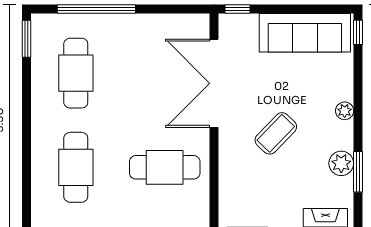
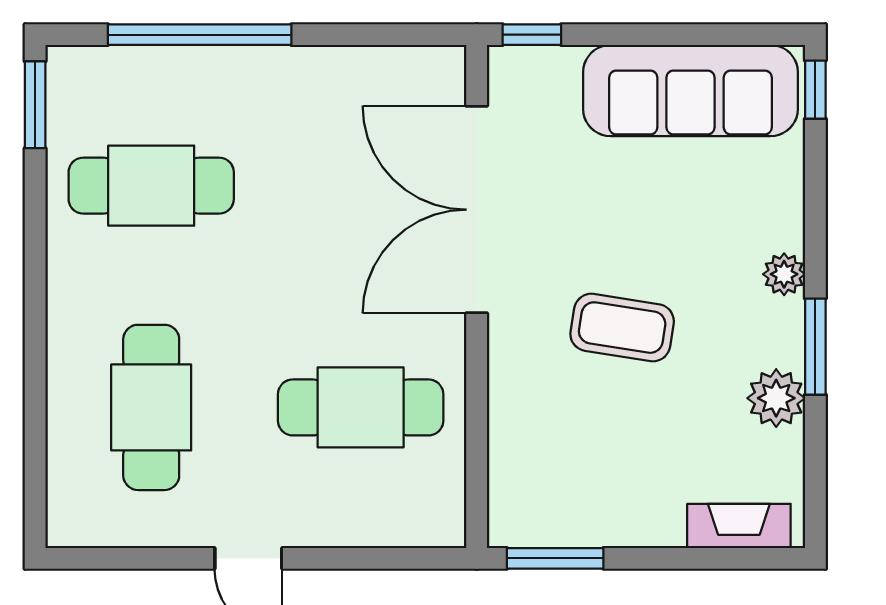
cafe table: (76, 73) -> (151, 186), turned 90
coffee table: (276, 133) -> (622, 328), turned 55
window: (358, 172) -> (815, 347), moved

